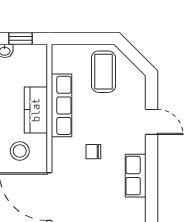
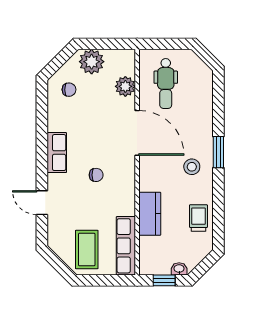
row of seats: (61, 105) -> (126, 246), moved
stool: (20, 151) -> (165, 176), removed

